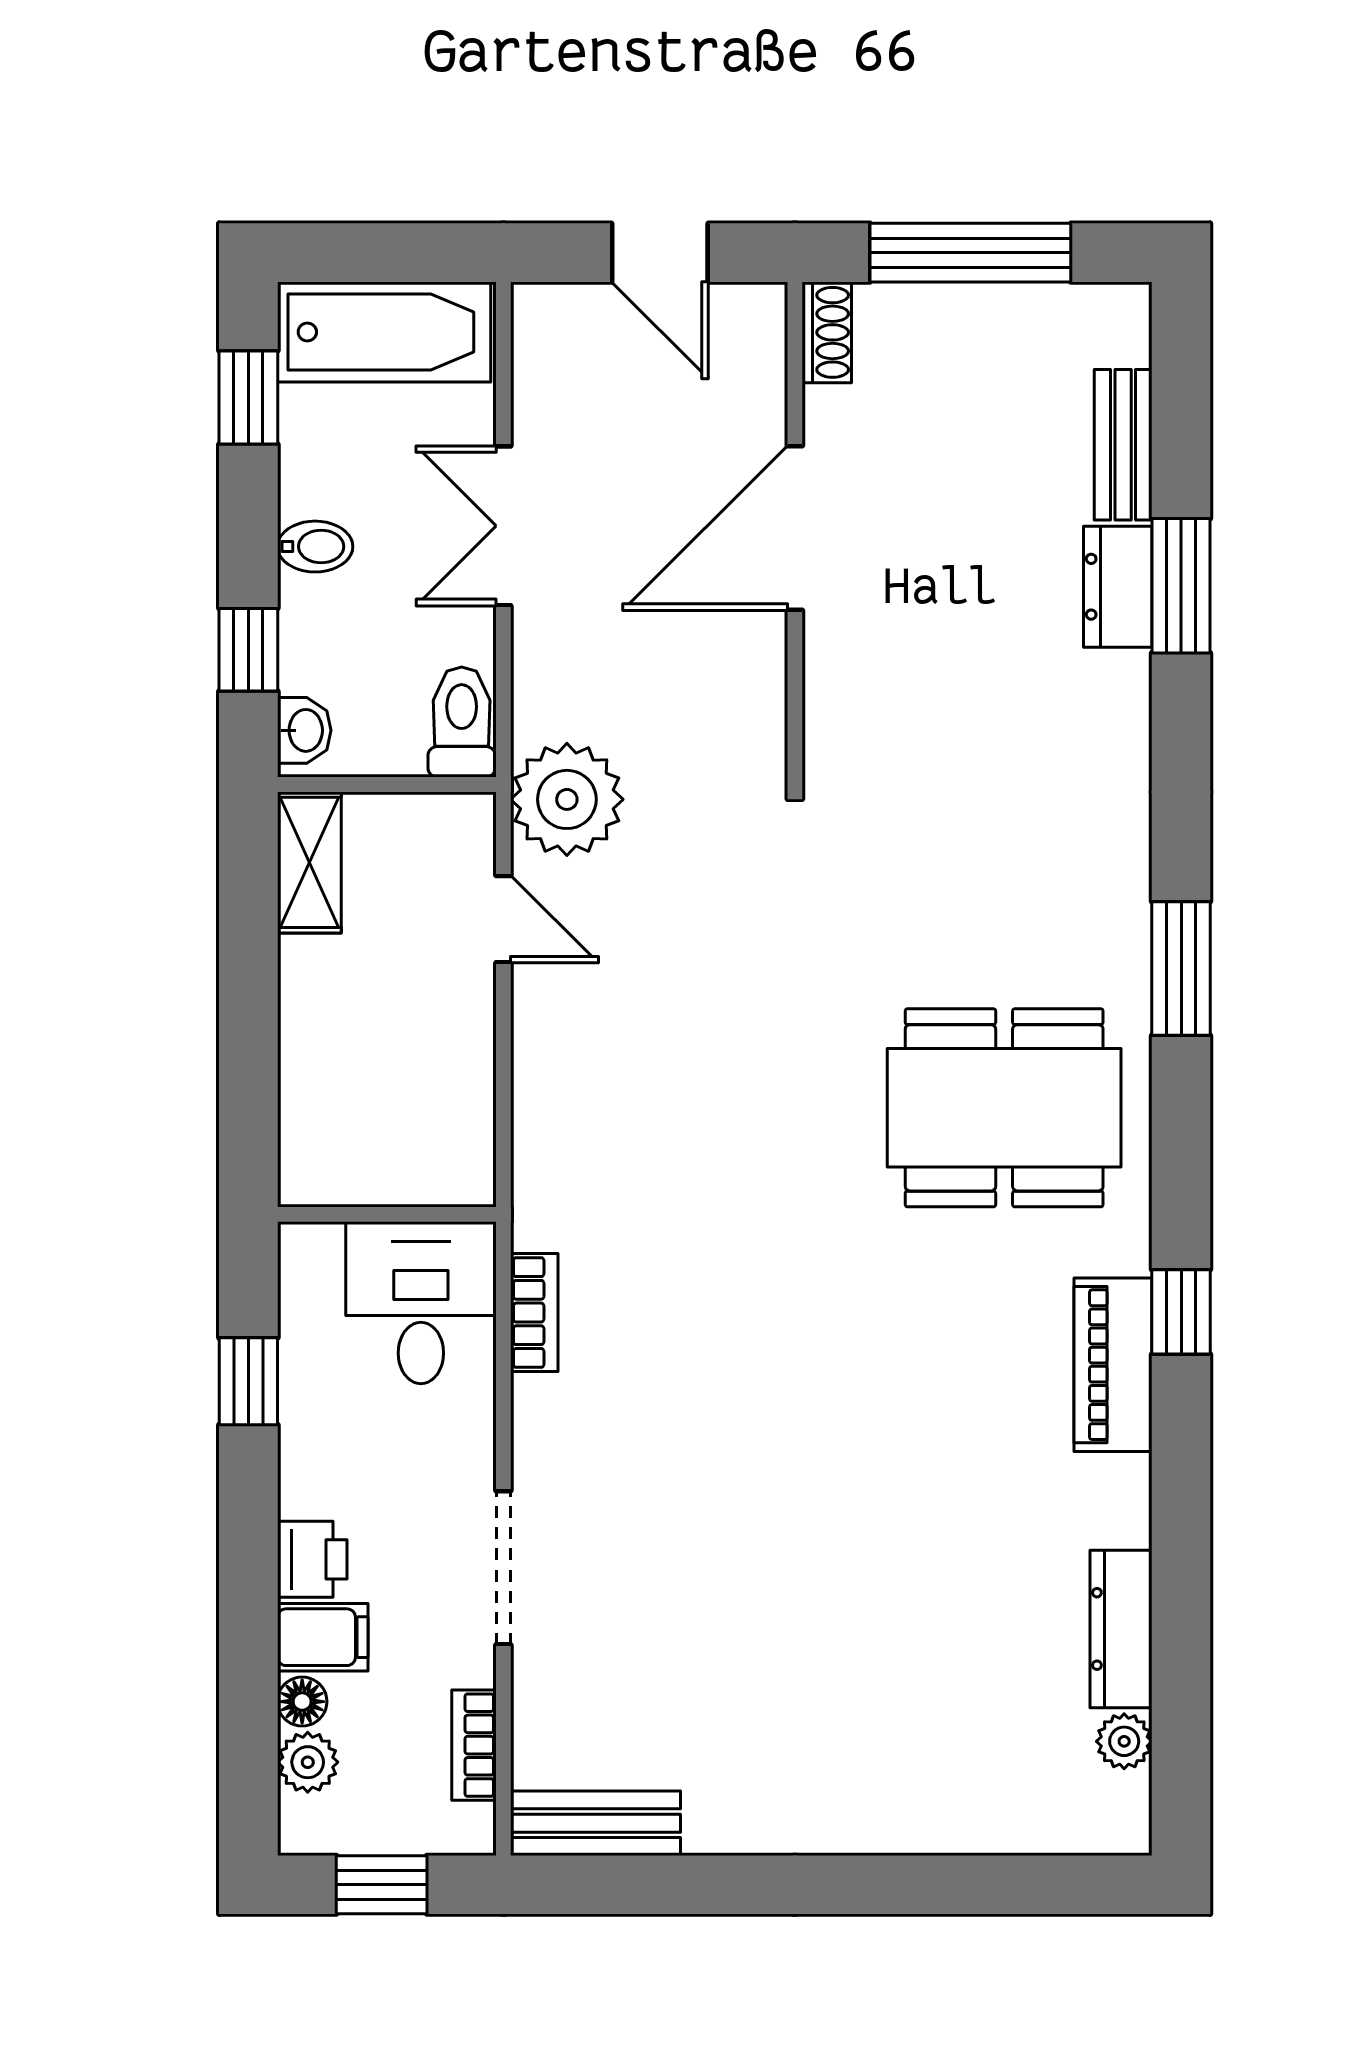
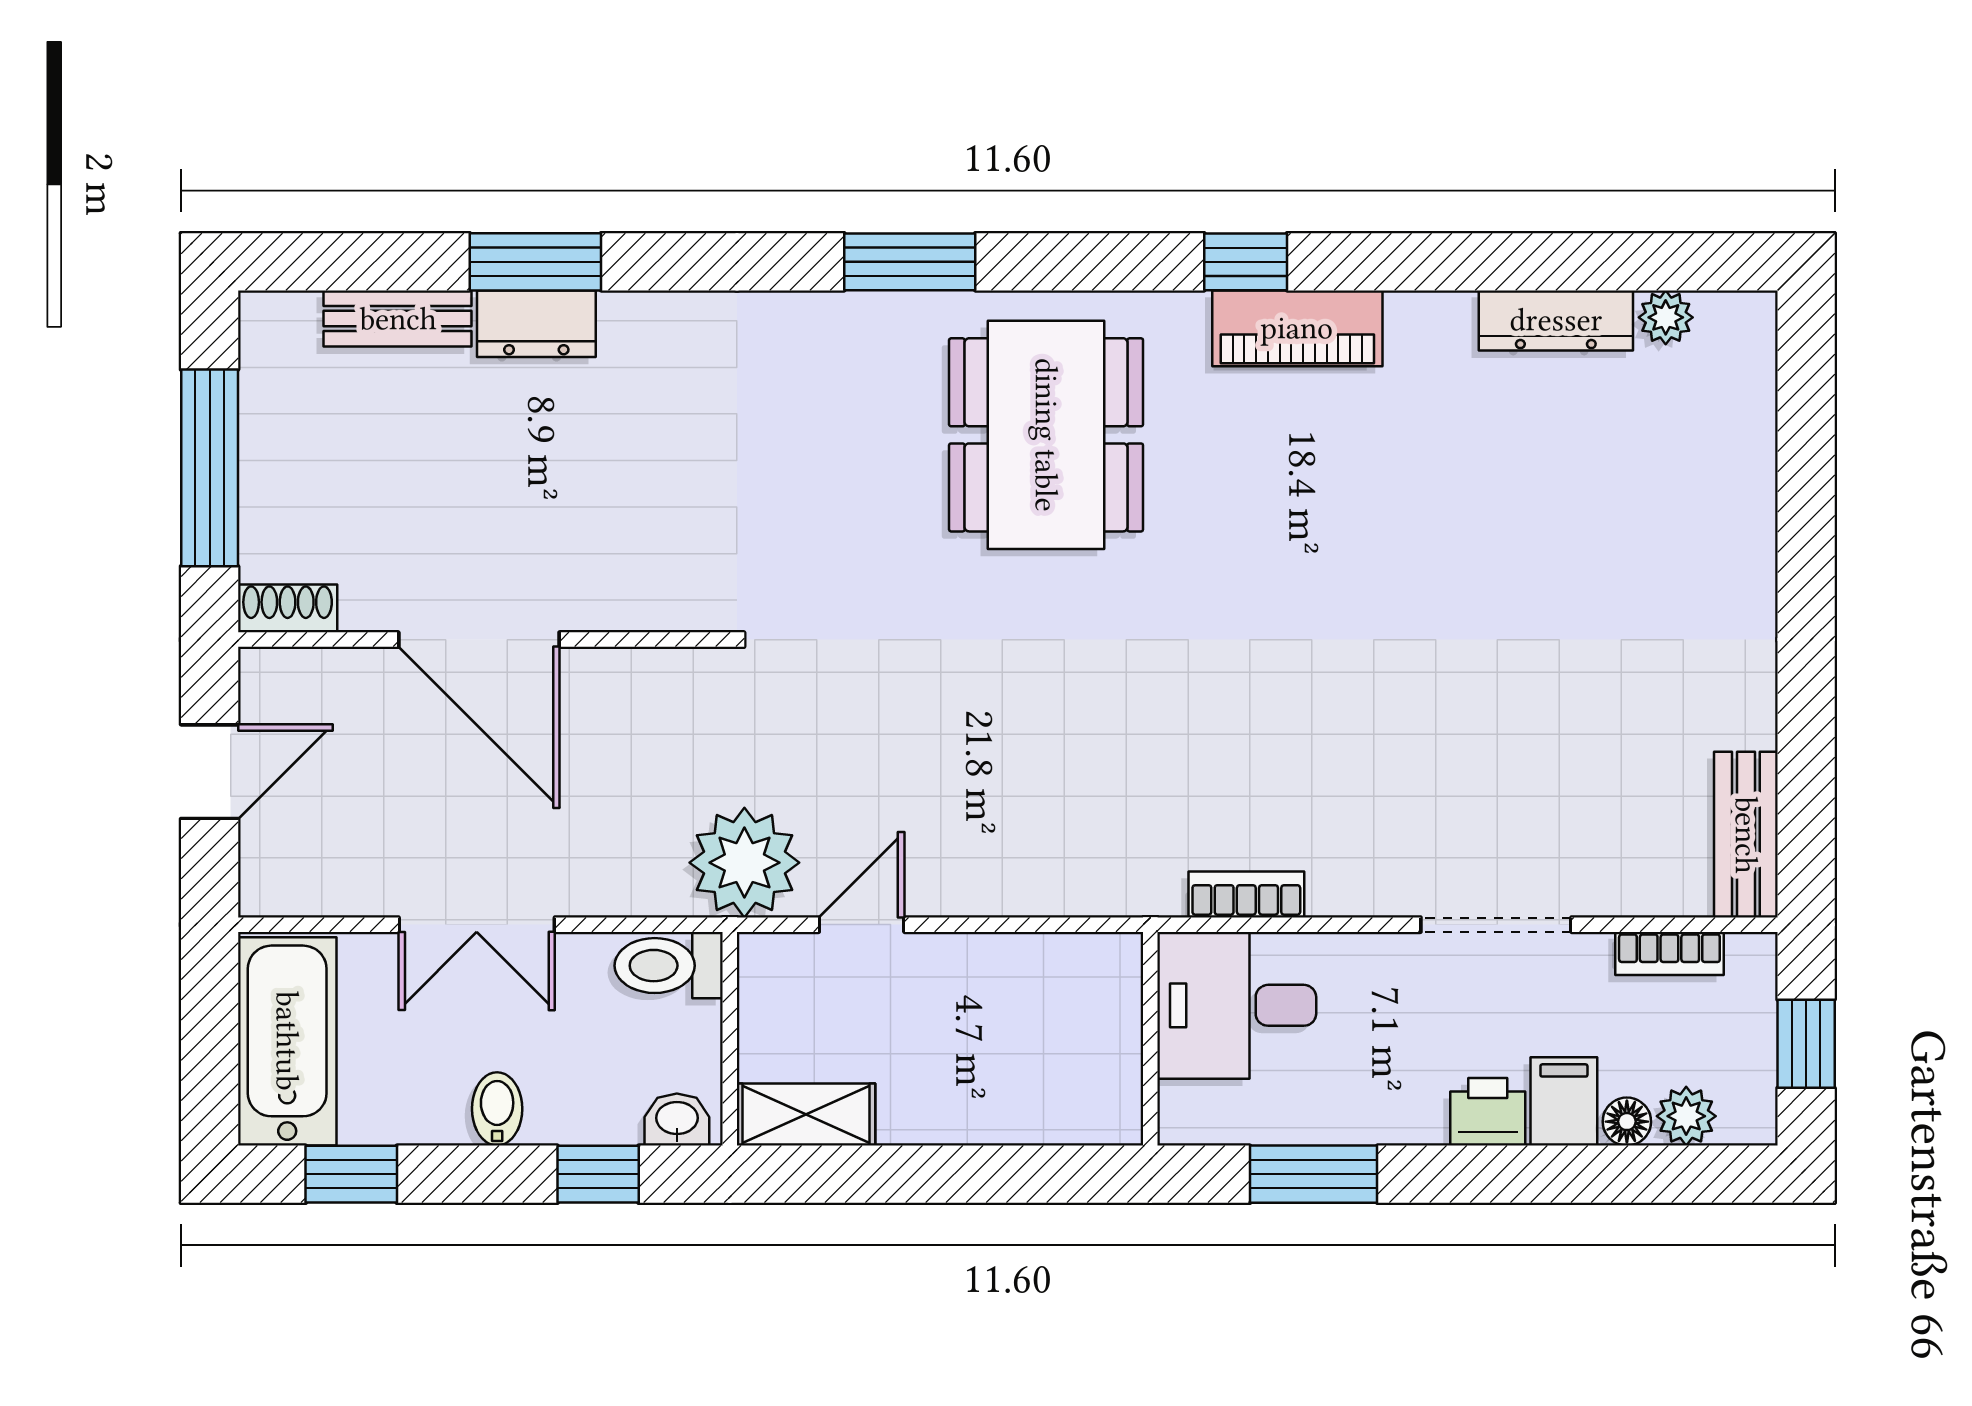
window: (248, 1381) -> (1314, 1174), width x1.50

